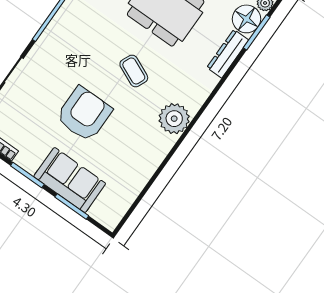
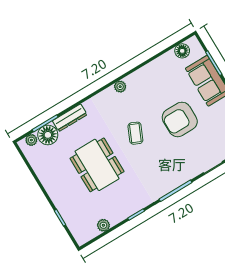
plant: (174, 119) -> (120, 87), width x0.53, depth x0.53
floor lamp: (120, 204) -> (182, 51), added

